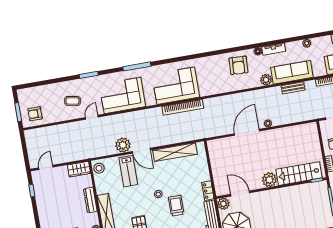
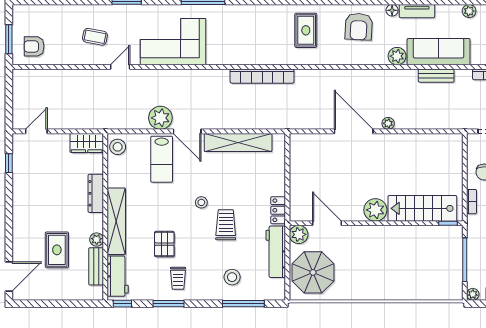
rug: (205, 74) -> (306, 30), added
corner sofa: (176, 86) -> (257, 41), removed
door: (247, 132) -> (354, 131), hinge flipped

